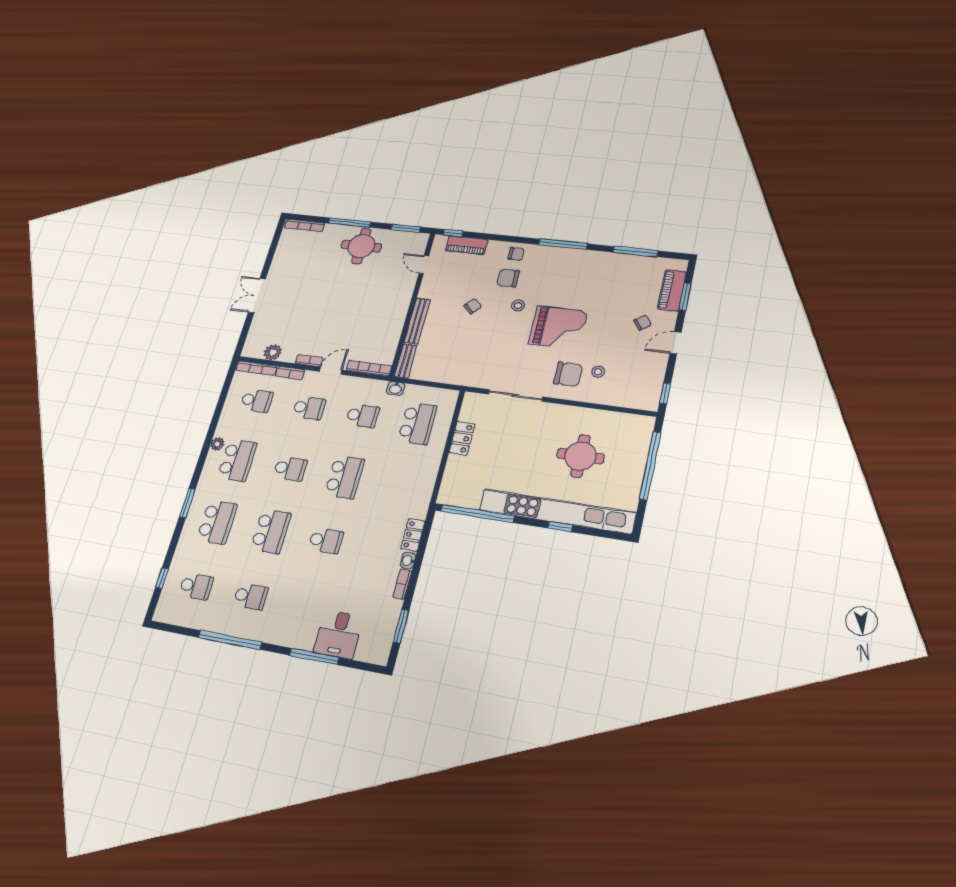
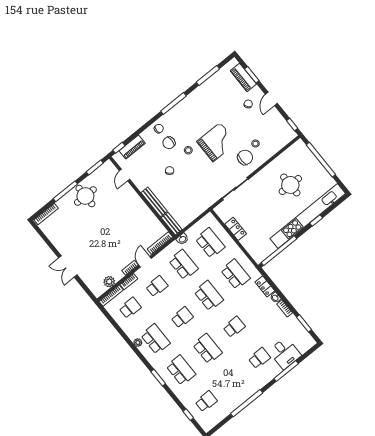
door: (424, 265) -> (125, 175), hinge flipped
school desk: (362, 416) -> (183, 265), width x1.85
school desk: (400, 486) -> (235, 274), added
school desk: (251, 596) -> (259, 358), moved

